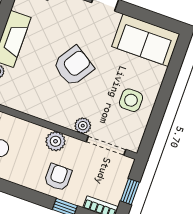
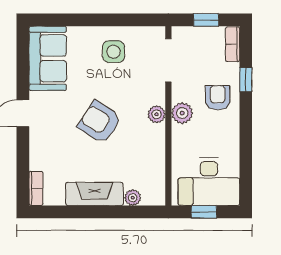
plant: (83, 126) -> (157, 114), moved
armchair: (58, 177) -> (218, 98), turned 90

